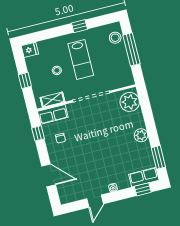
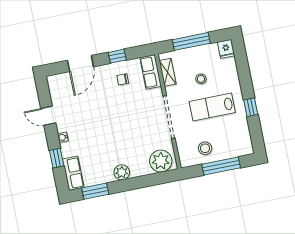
stool: (115, 38) -> (205, 148), moved
window: (25, 80) -> (191, 41), width x2.17
window: (38, 133) -> (117, 56), moved
window: (143, 189) -> (57, 158), moved

